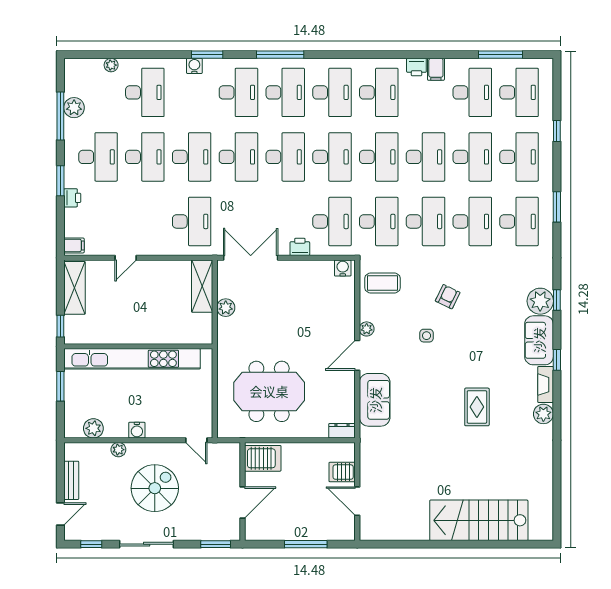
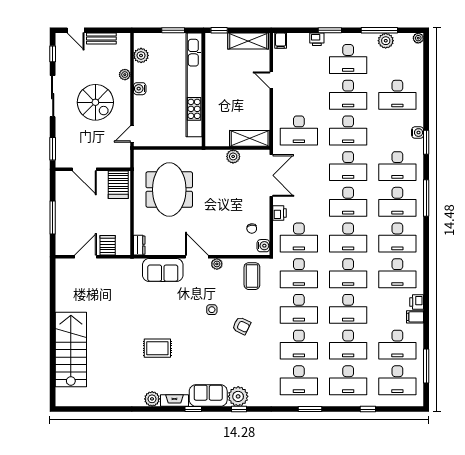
plant: (111, 65) -> (418, 38), moved
chair: (320, 283) -> (252, 229), added

